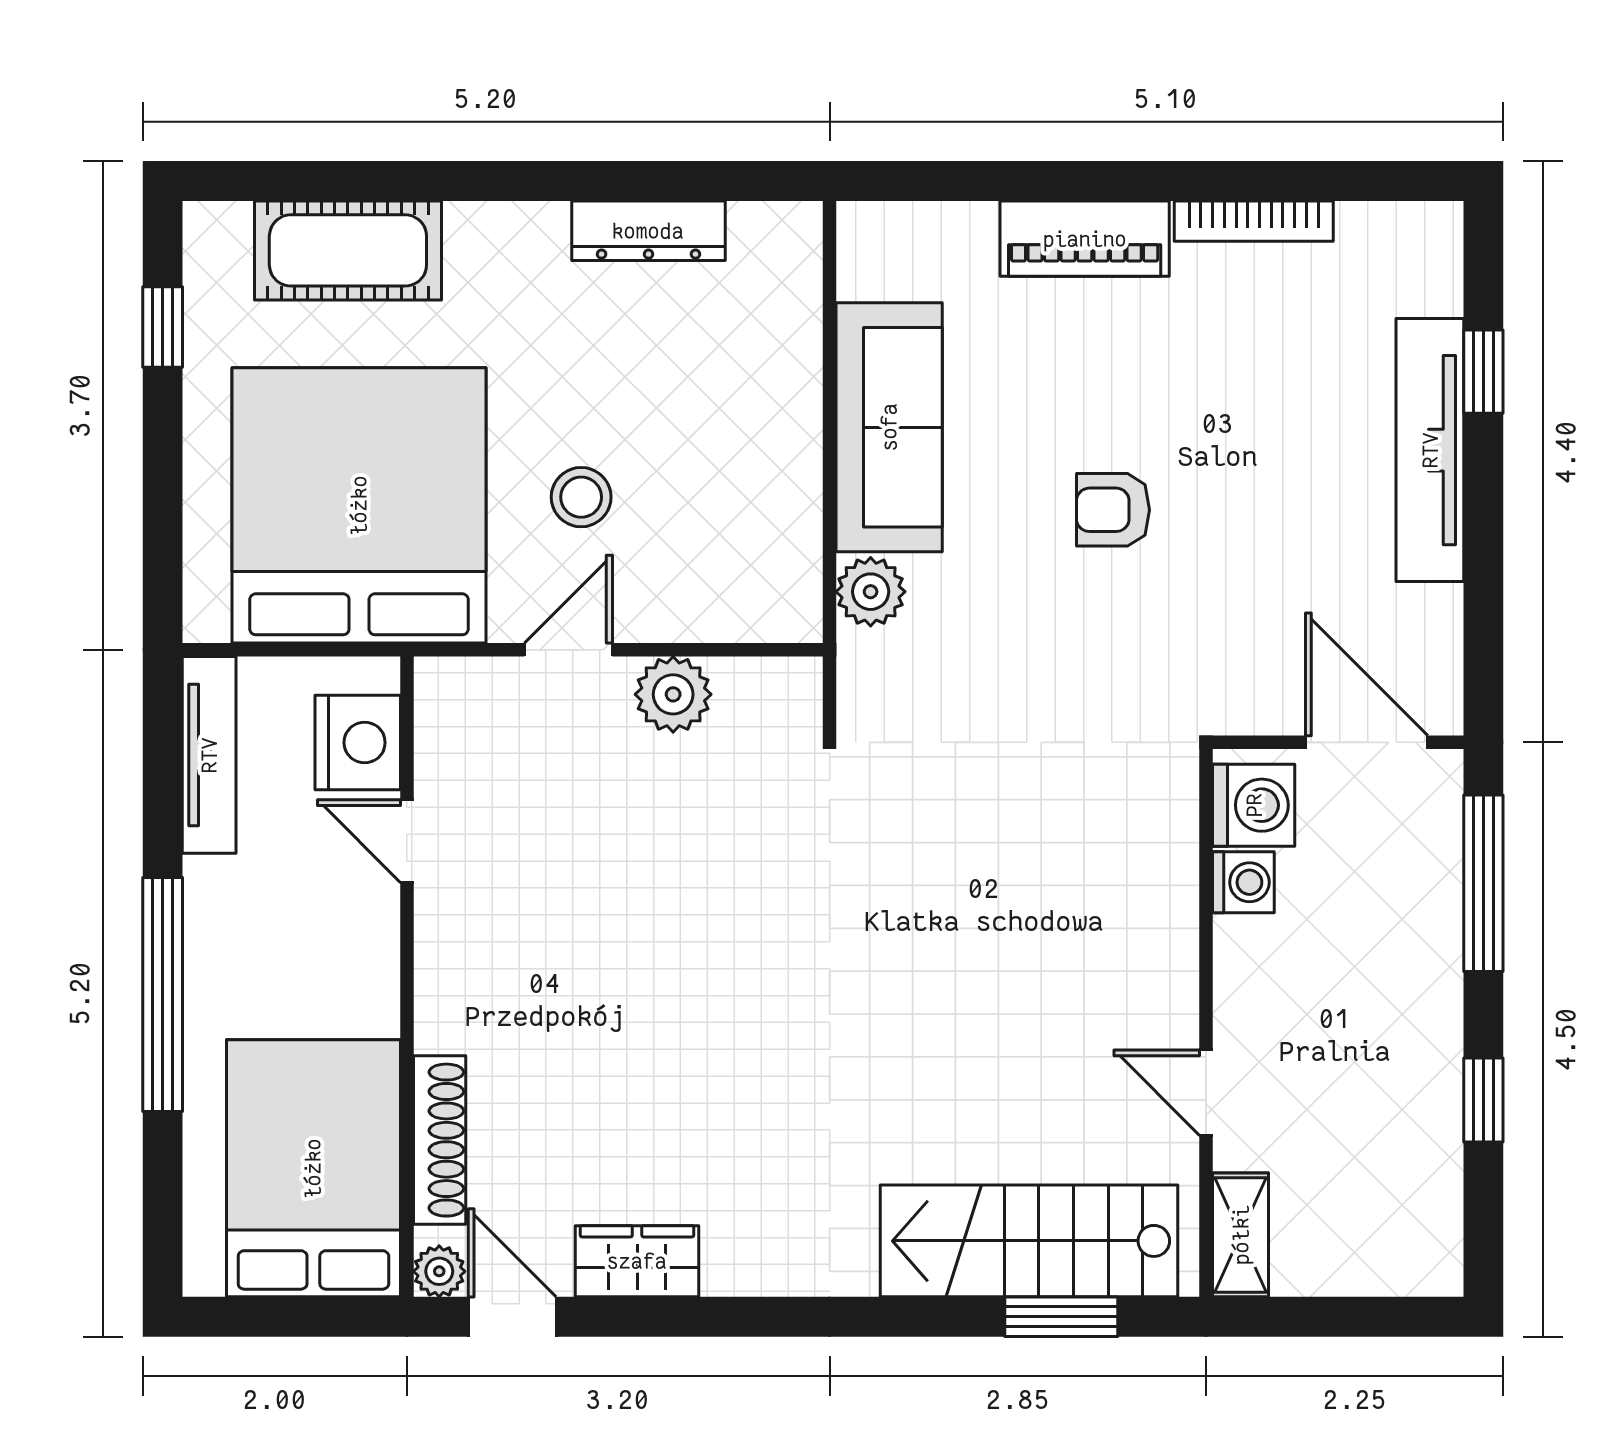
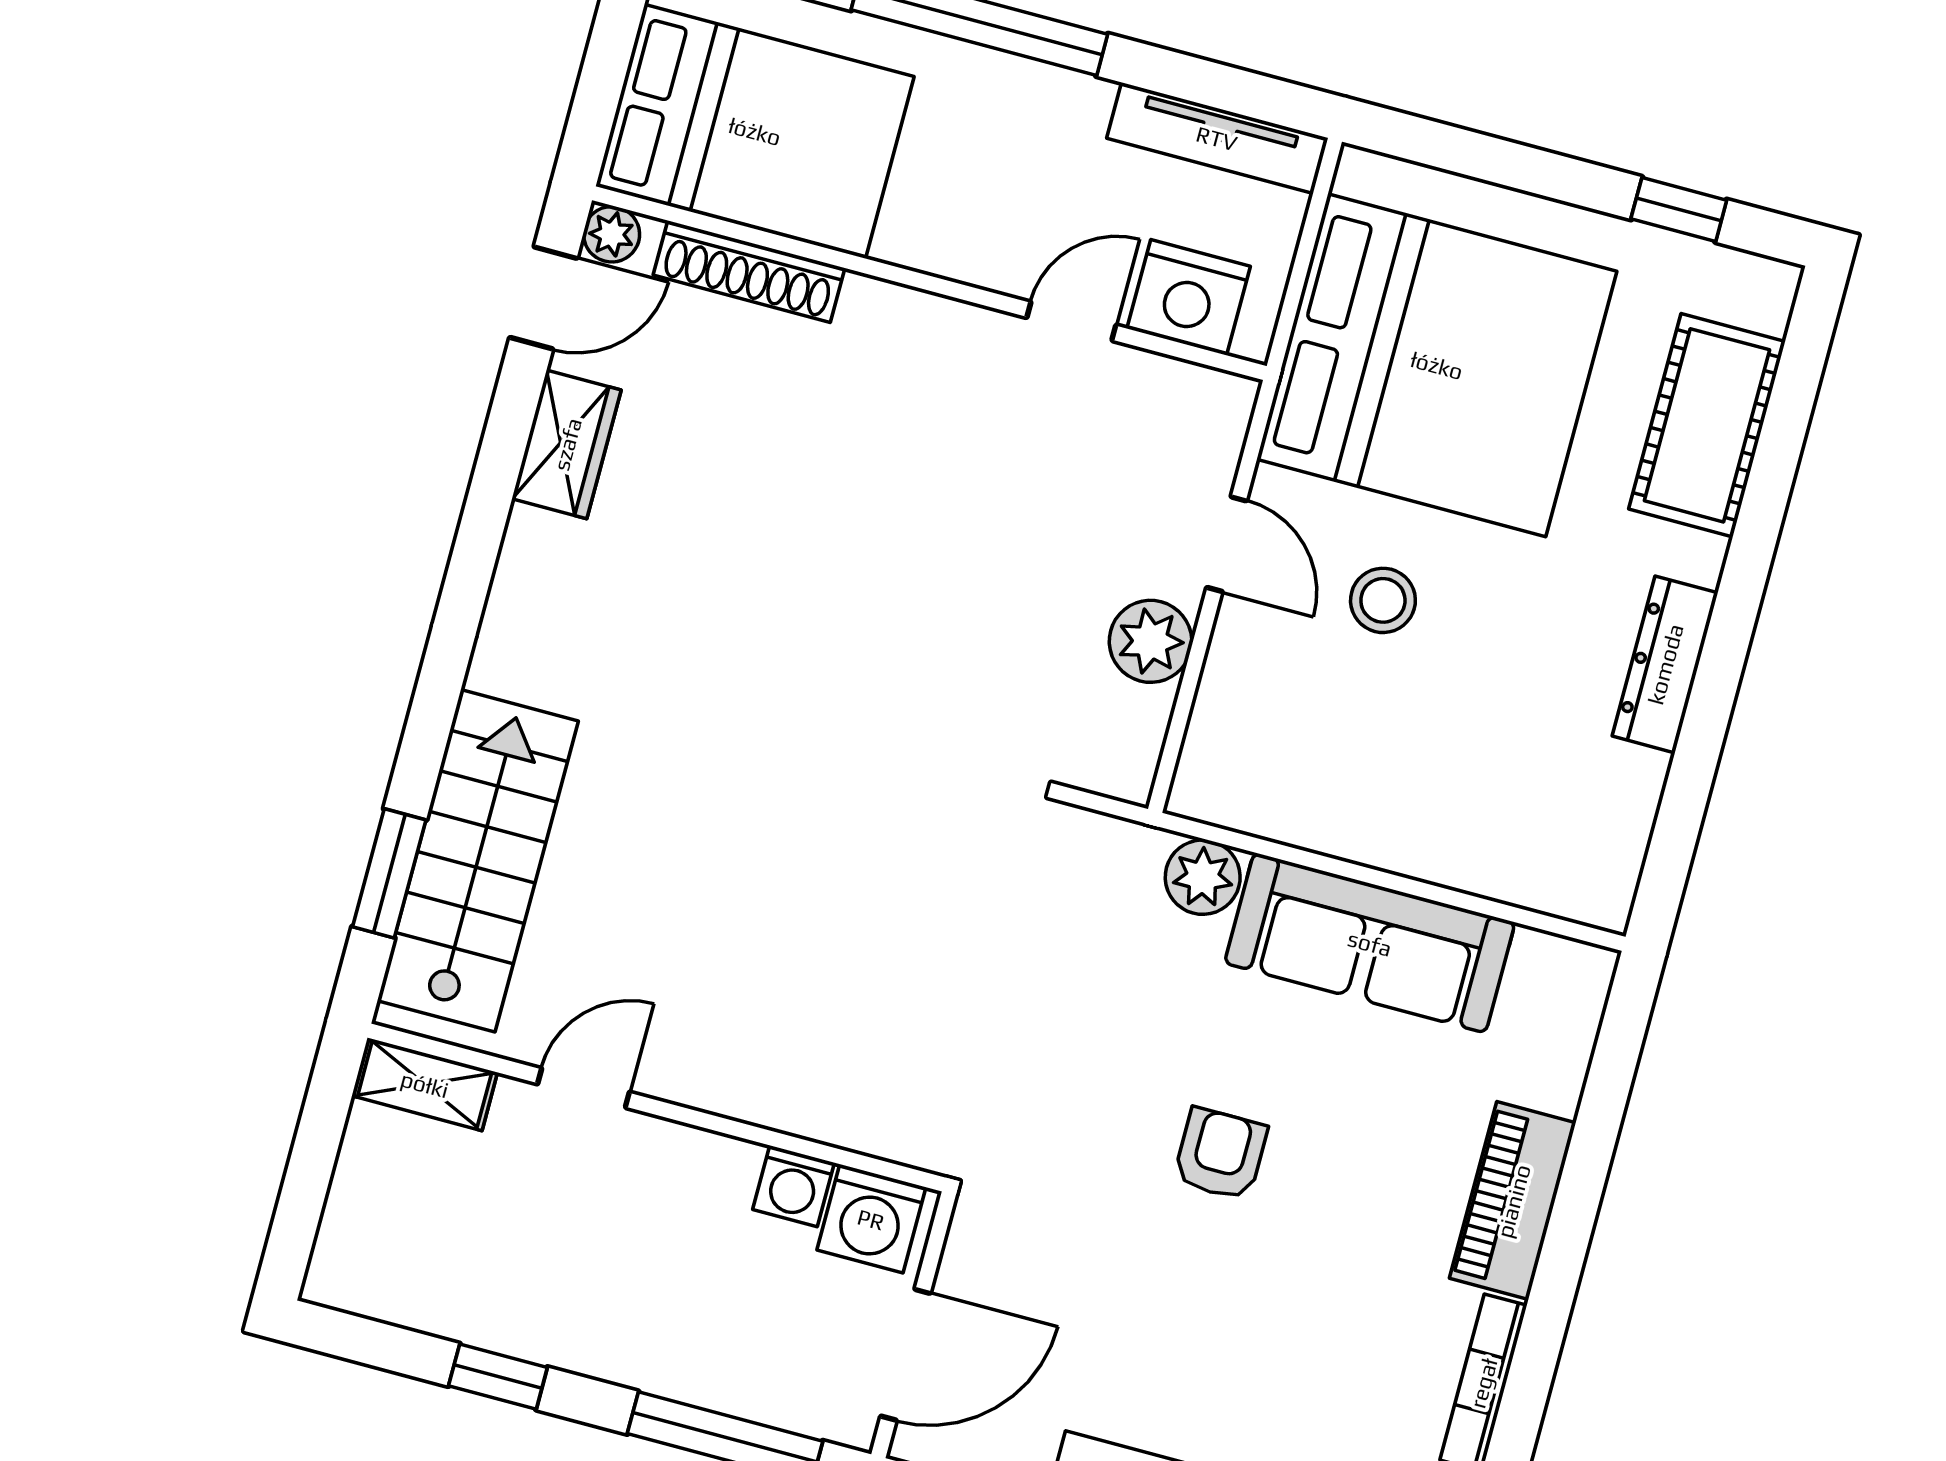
dresser: (648, 231) -> (1665, 664), moved

